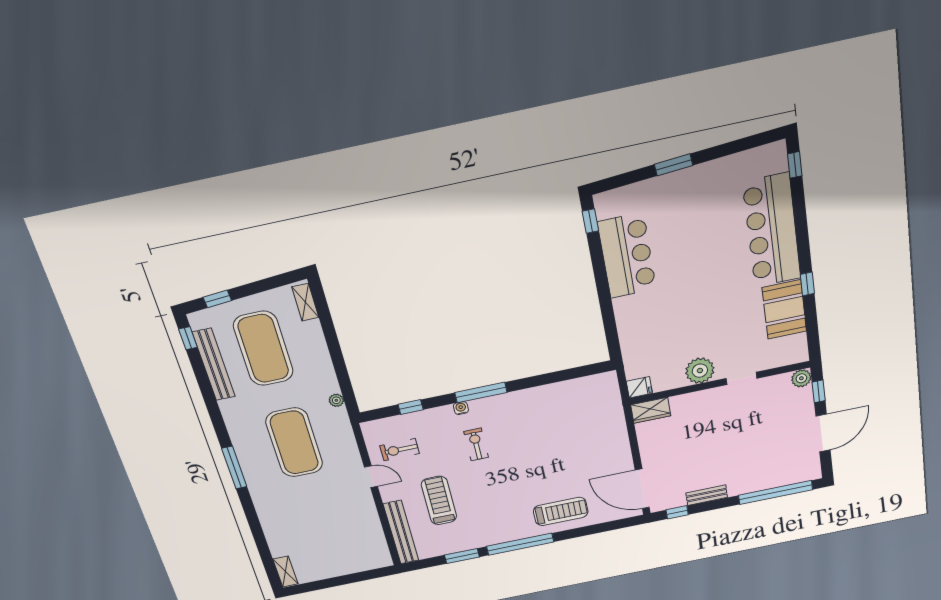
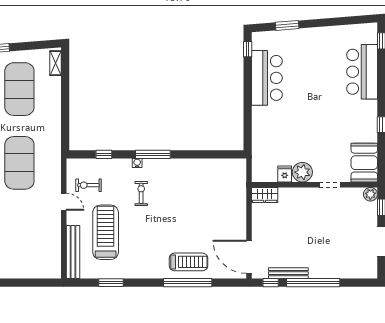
window: (674, 165) -> (287, 25), moved
bar counter: (772, 231) -> (362, 72), width x0.73
booth: (784, 310) -> (364, 163), moved
fridge: (639, 387) -> (285, 174), moved, turned -90
plant: (336, 400) -> (56, 138), removed
window: (775, 492) -> (313, 283), moved
bench: (707, 495) -> (288, 273), width x1.36
treadmill: (439, 501) -> (106, 232), width x1.37, depth x1.38
window: (520, 544) -> (188, 283), moved

